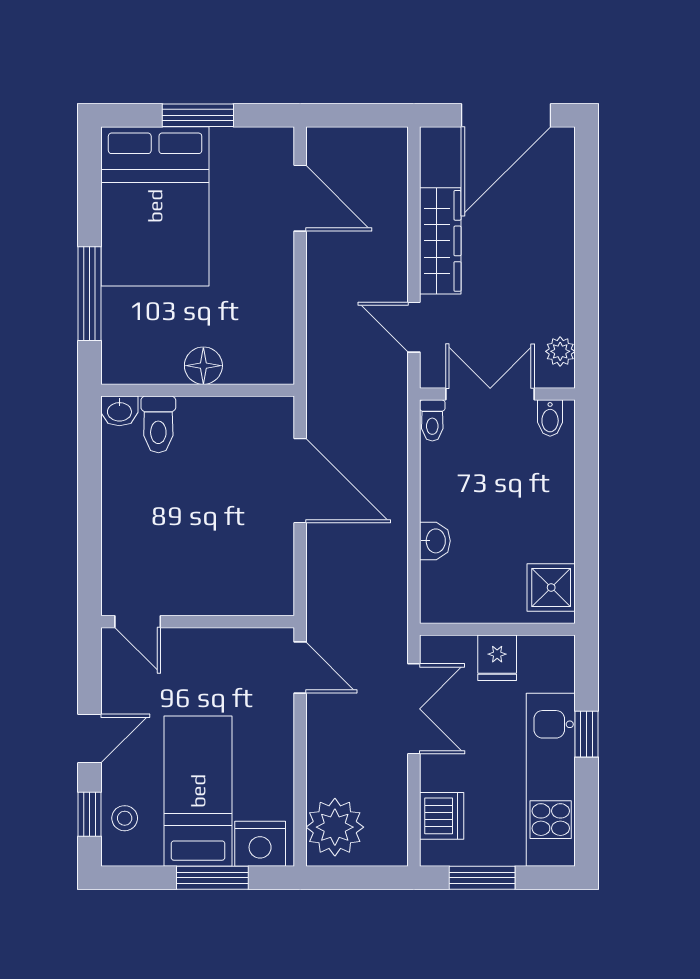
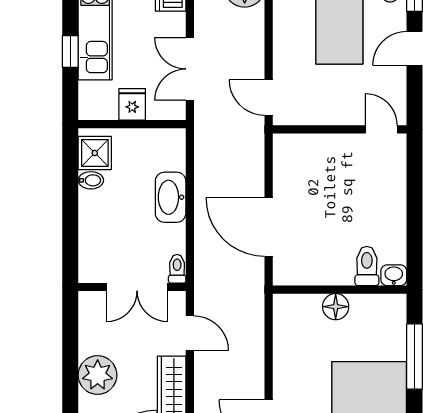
plant: (560, 351) -> (98, 375), moved, width x1.88, depth x1.88
bidet: (550, 418) -> (91, 180), moved, turned 90
washbasin: (435, 541) -> (171, 197), width x1.91, depth x1.45

